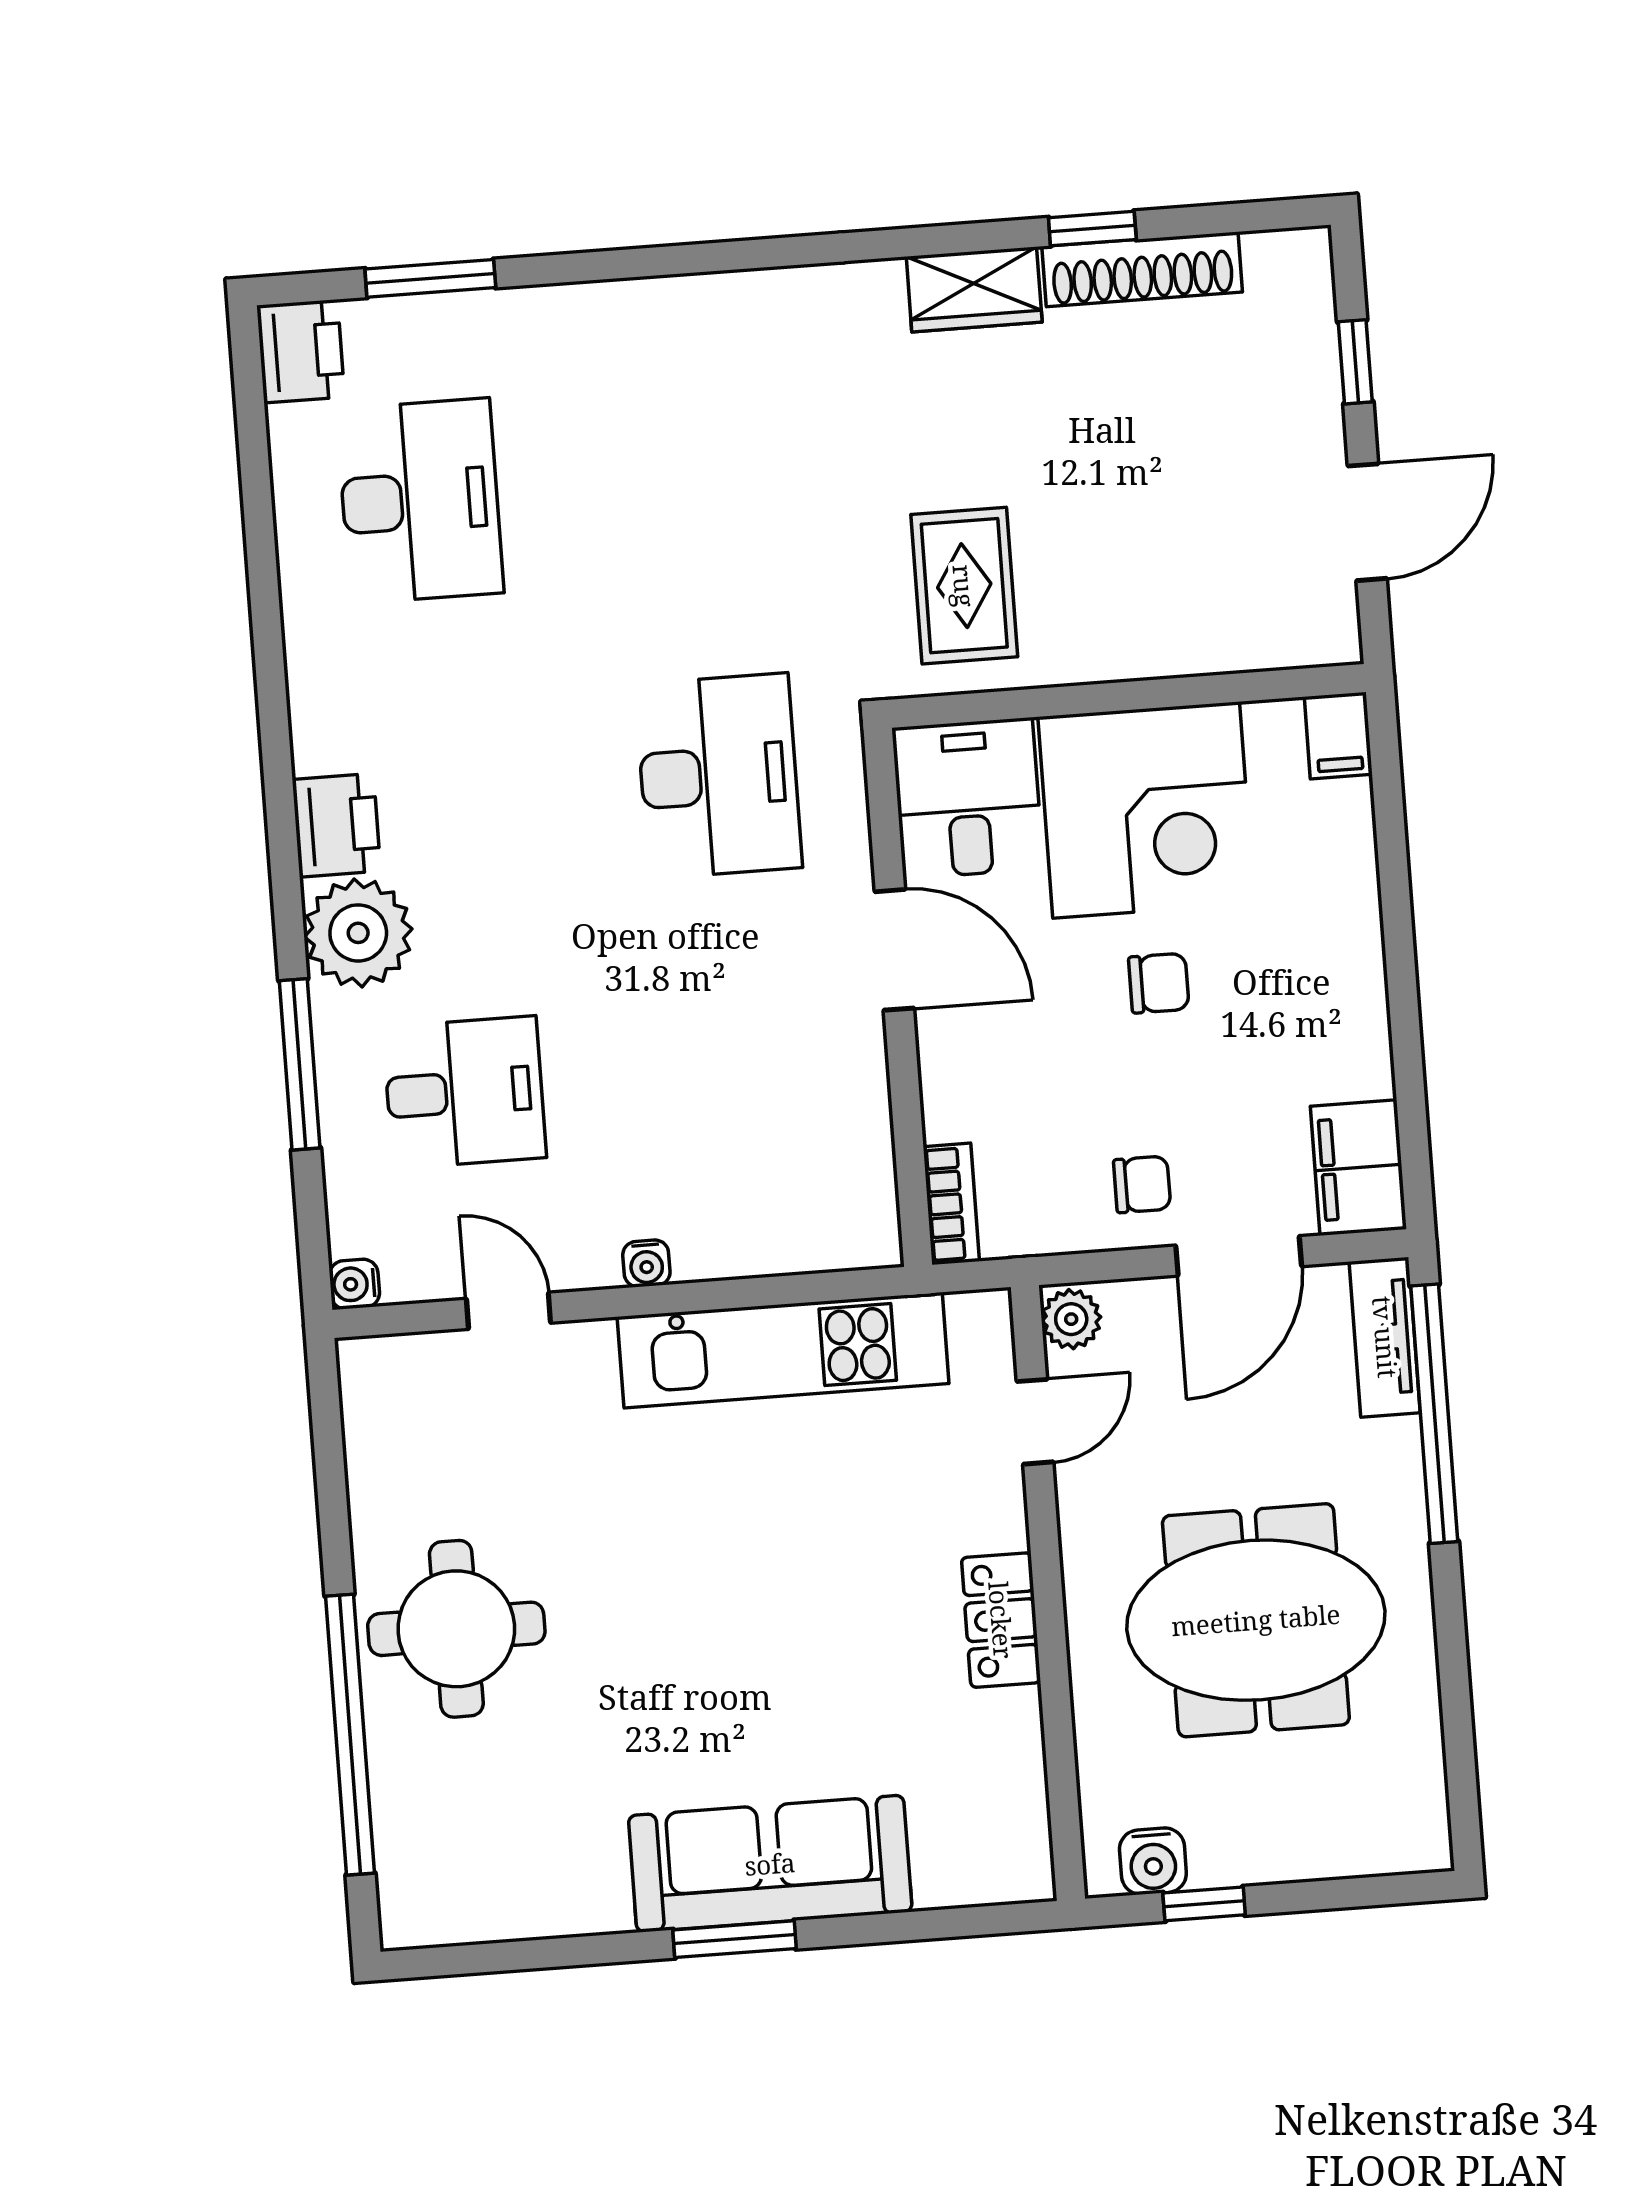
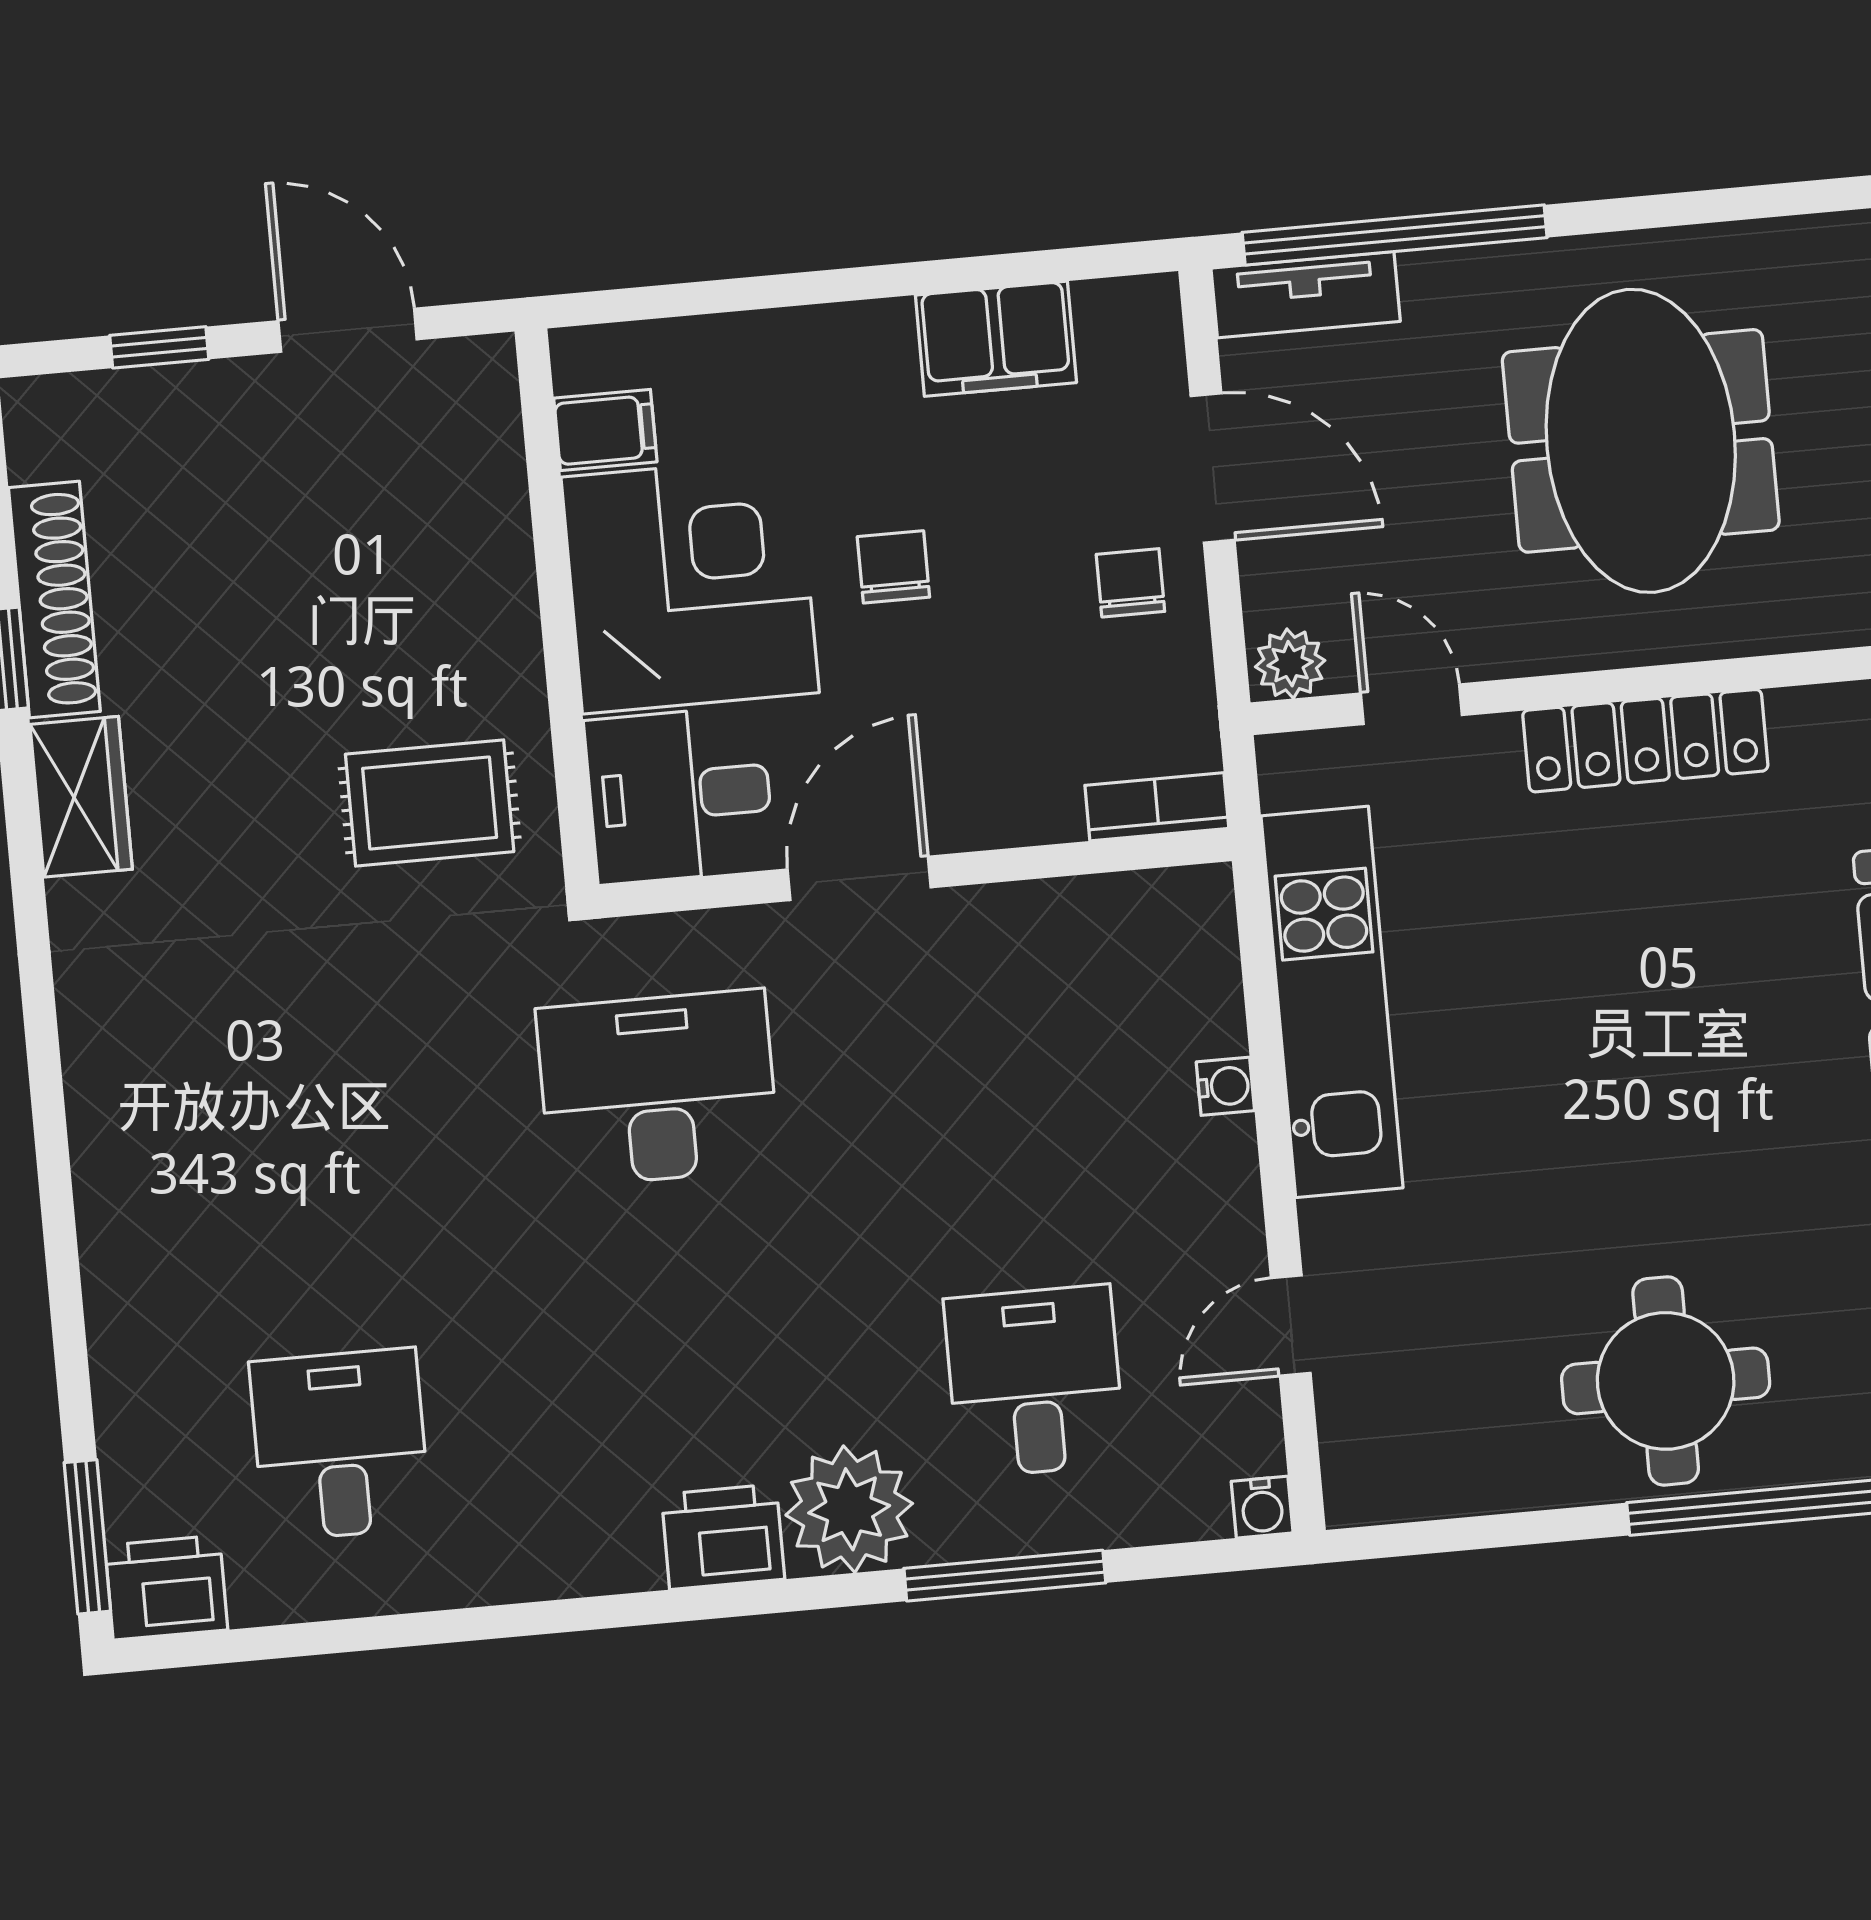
window: (430, 278) -> (87, 1537), moved
desk: (420, 501) -> (340, 1445), width x0.73
filing cabinet: (1338, 736) -> (605, 430), moved
filing cabinet: (1358, 1168) -> (996, 339), moved
water cooler: (646, 1263) -> (1225, 1086), moved
locker: (1001, 1620) -> (1645, 741), width x1.53

